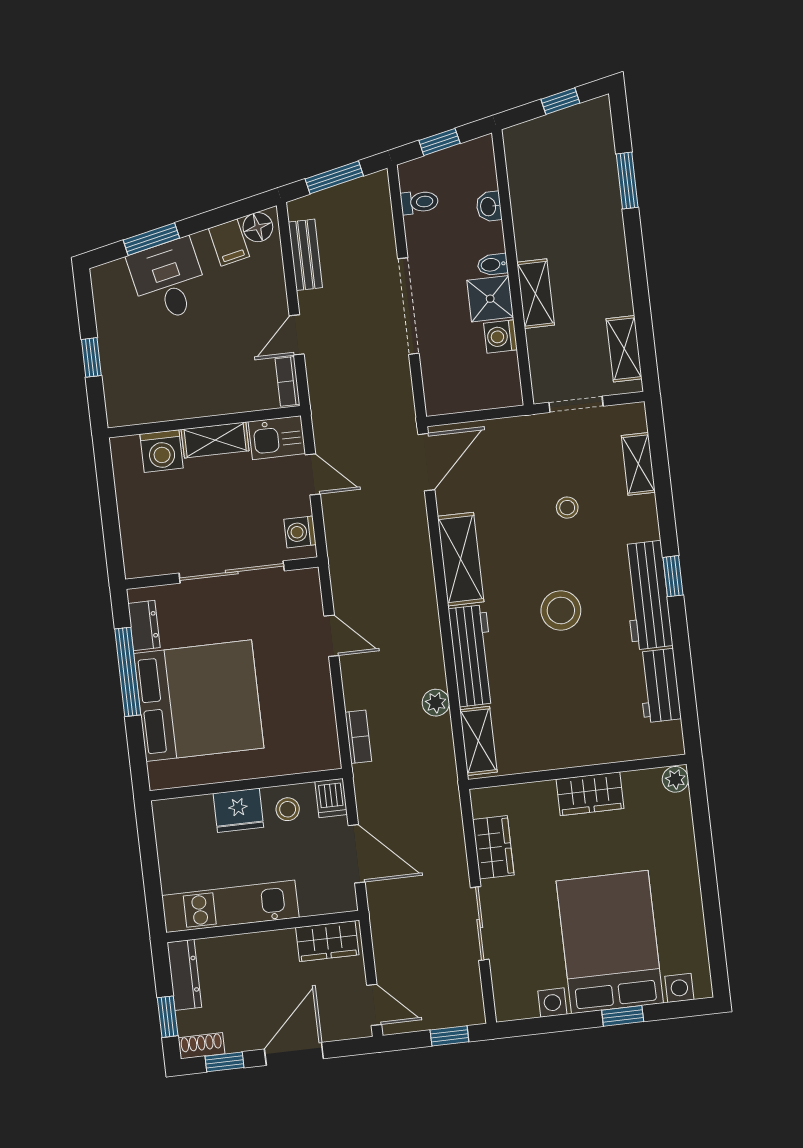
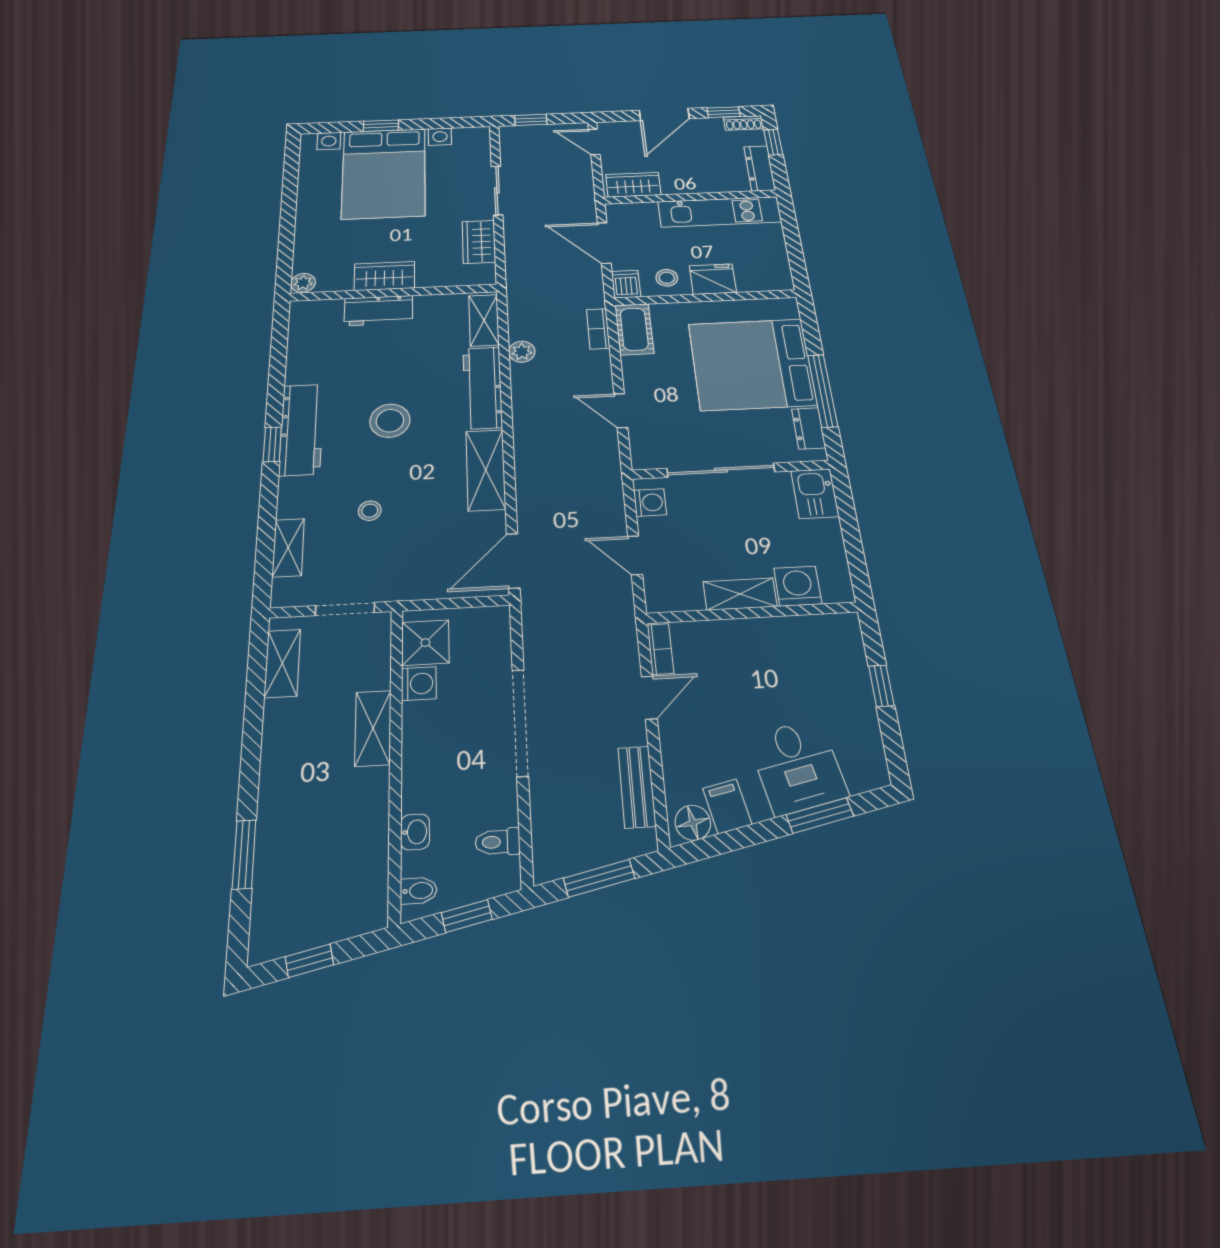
bidet: (493, 265) -> (419, 891), moved
shower: (490, 299) -> (425, 643), moved
kitchen sink: (277, 438) -> (815, 494), moved, turned -90
workbench: (659, 686) -> (378, 311), moved, turned 90
cot: (321, 738) -> (634, 329), added

